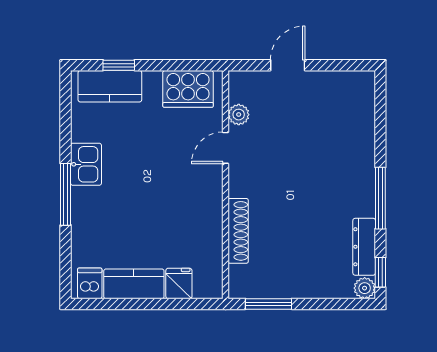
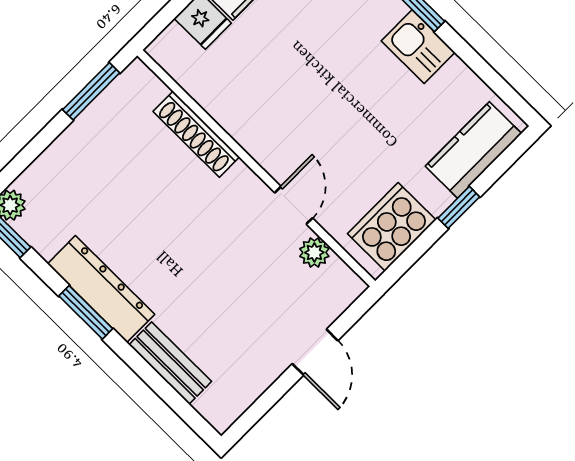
window: (119, 65) -> (459, 207), moved
bench: (364, 131) -> (170, 363), added
window: (380, 198) -> (86, 312), width x0.69
dresser: (364, 247) -> (101, 289), moved, width x1.37, depth x1.24

